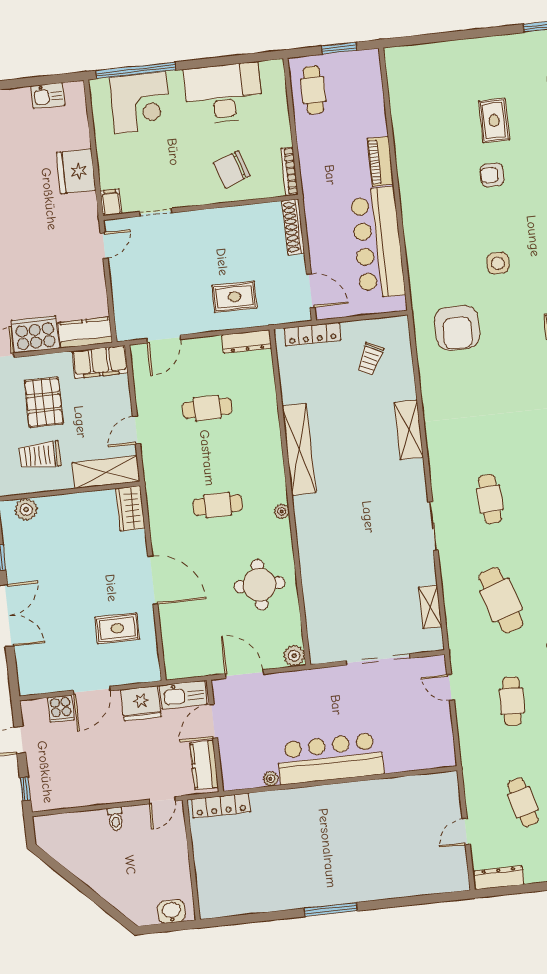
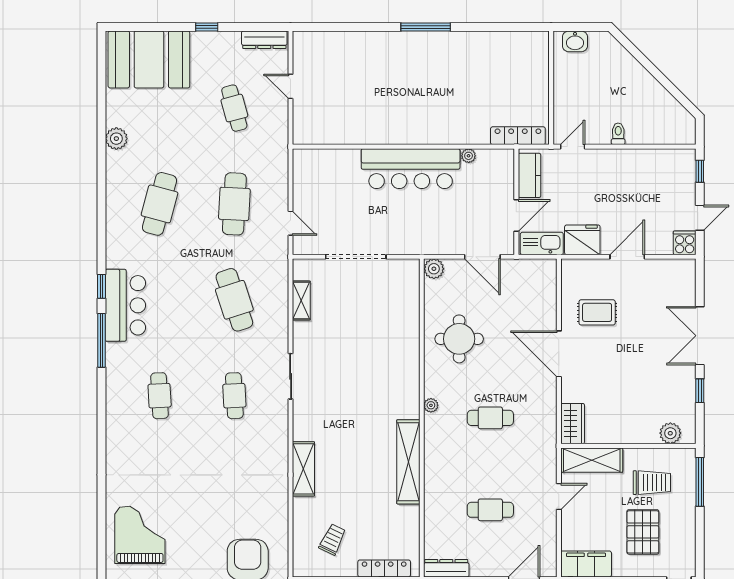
cafe table: (512, 701) -> (234, 204), width x1.37, depth x1.35
cooker: (61, 709) -> (685, 243), moved
door: (466, 831) -> (291, 86), swing flipped

